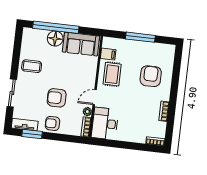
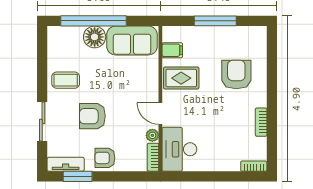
rug: (112, 74) -> (181, 78), turned 90
door: (95, 97) -> (160, 114), hinge flipped
armchair: (57, 98) -> (92, 116), moved

